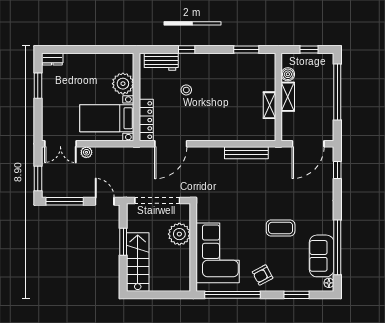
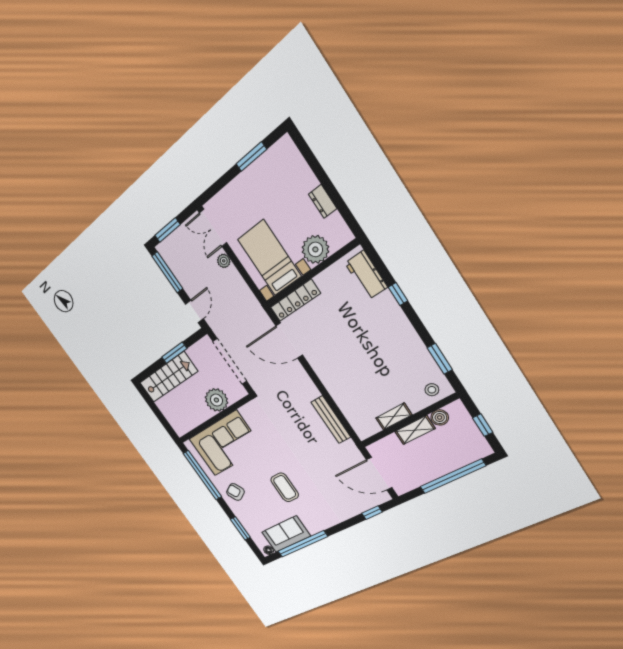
dresser: (52, 59) -> (323, 201), moved
stool: (186, 90) -> (432, 390), moved

